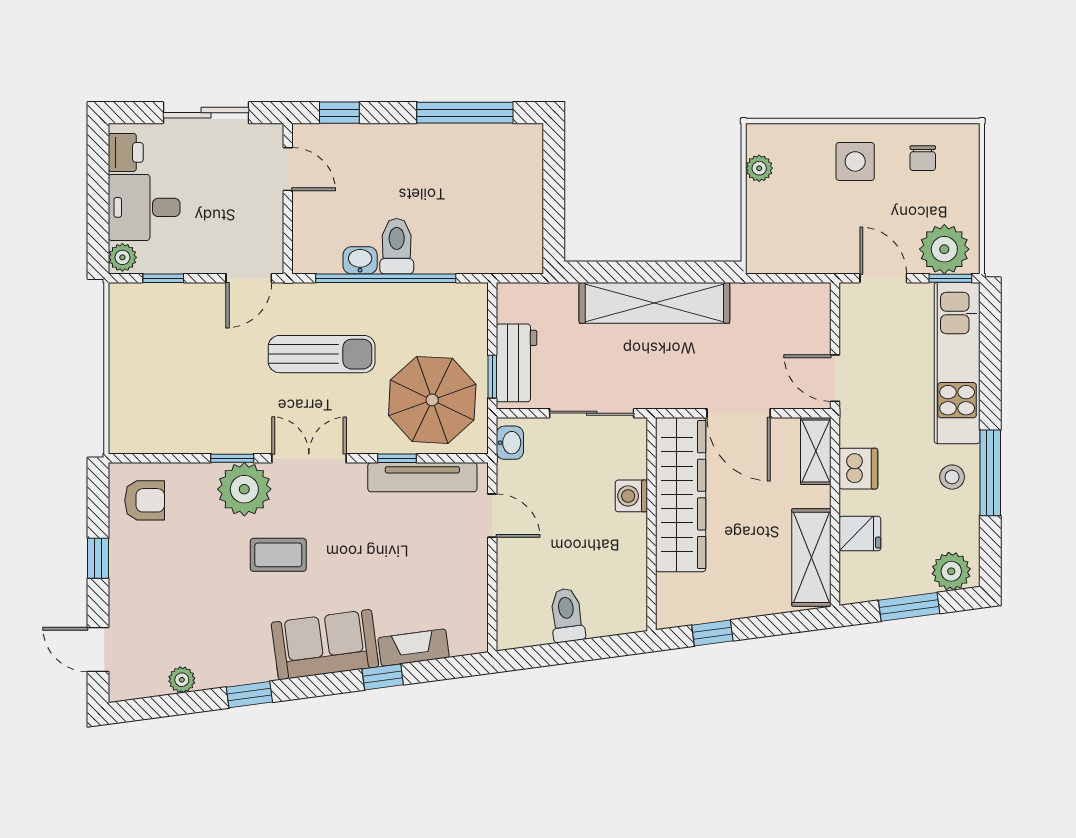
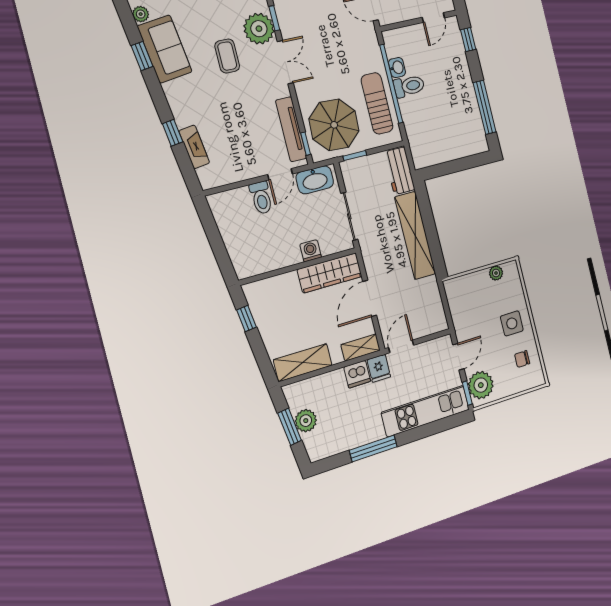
sun lounger: (322, 354) -> (377, 103), moved, turned 180
workbench: (517, 363) -> (399, 171), moved, turned 90
washbasin: (510, 443) -> (315, 180), width x1.91, depth x1.45
window: (397, 458) -> (306, 144), moved
stool: (952, 477) -> (366, 428), removed
wardrobe: (681, 495) -> (330, 273), width x0.71, depth x0.85
fridge: (860, 534) -> (379, 368), moved
plant: (951, 571) -> (306, 421), moved
toilet: (567, 615) -> (261, 198), moved, turned 98
sofa: (325, 645) -> (165, 49), moved

